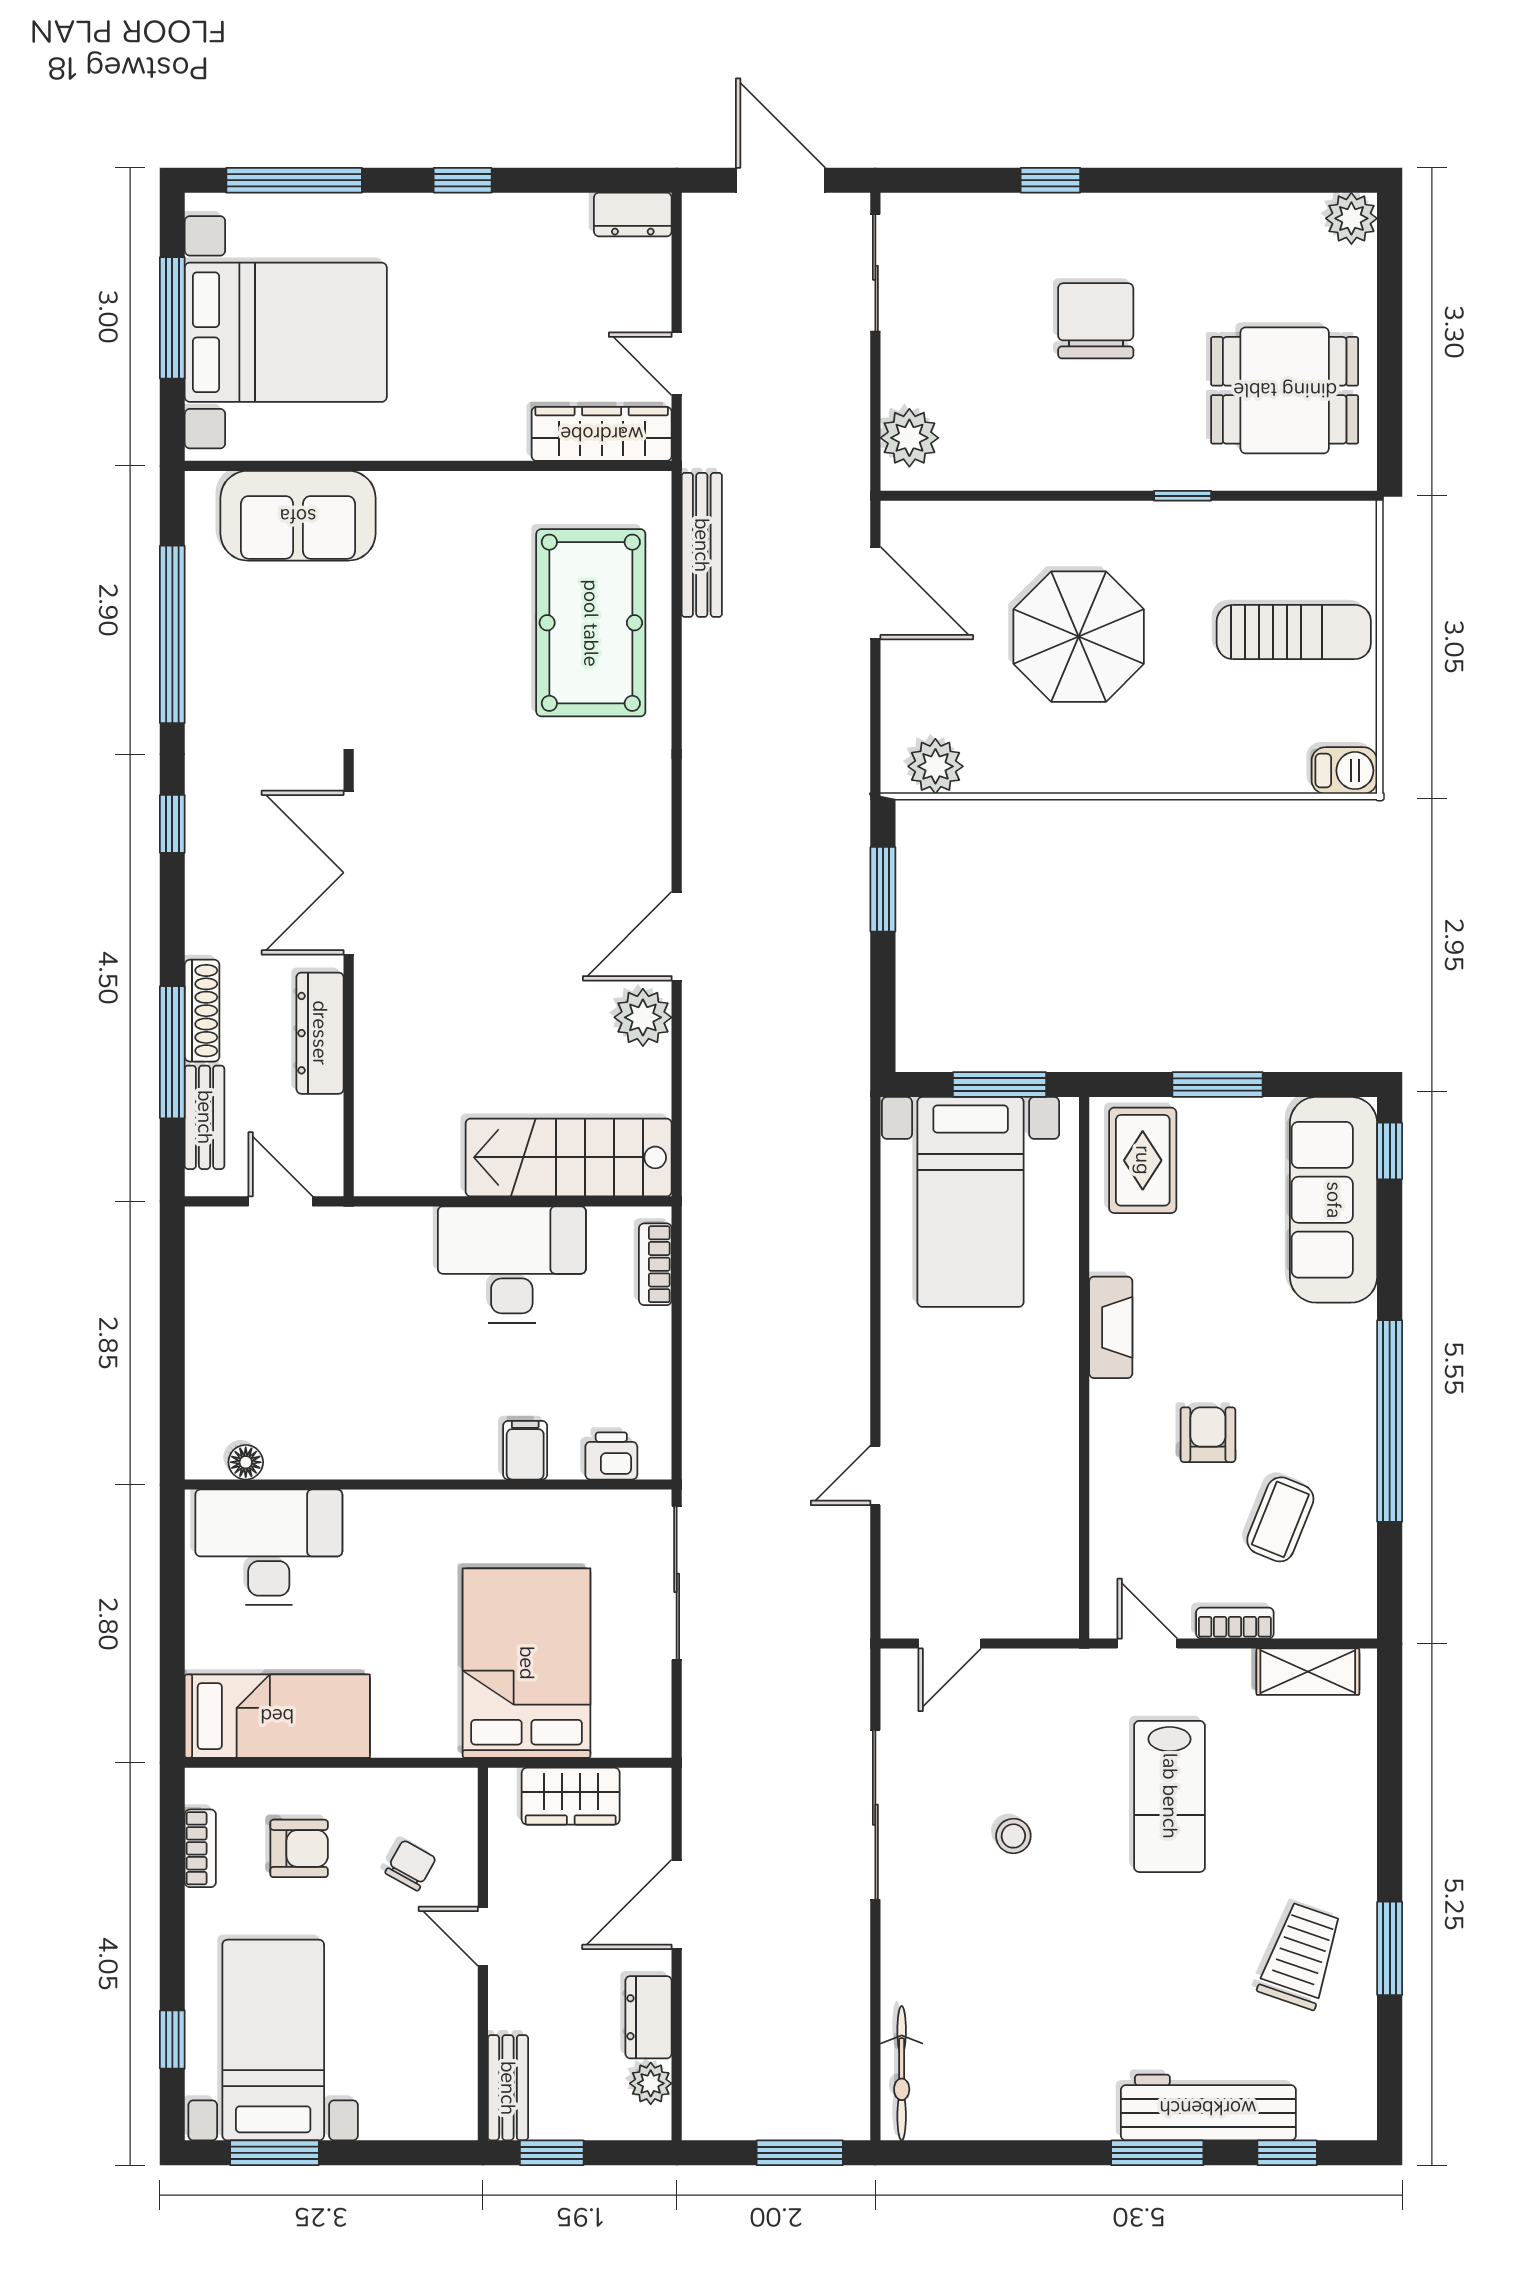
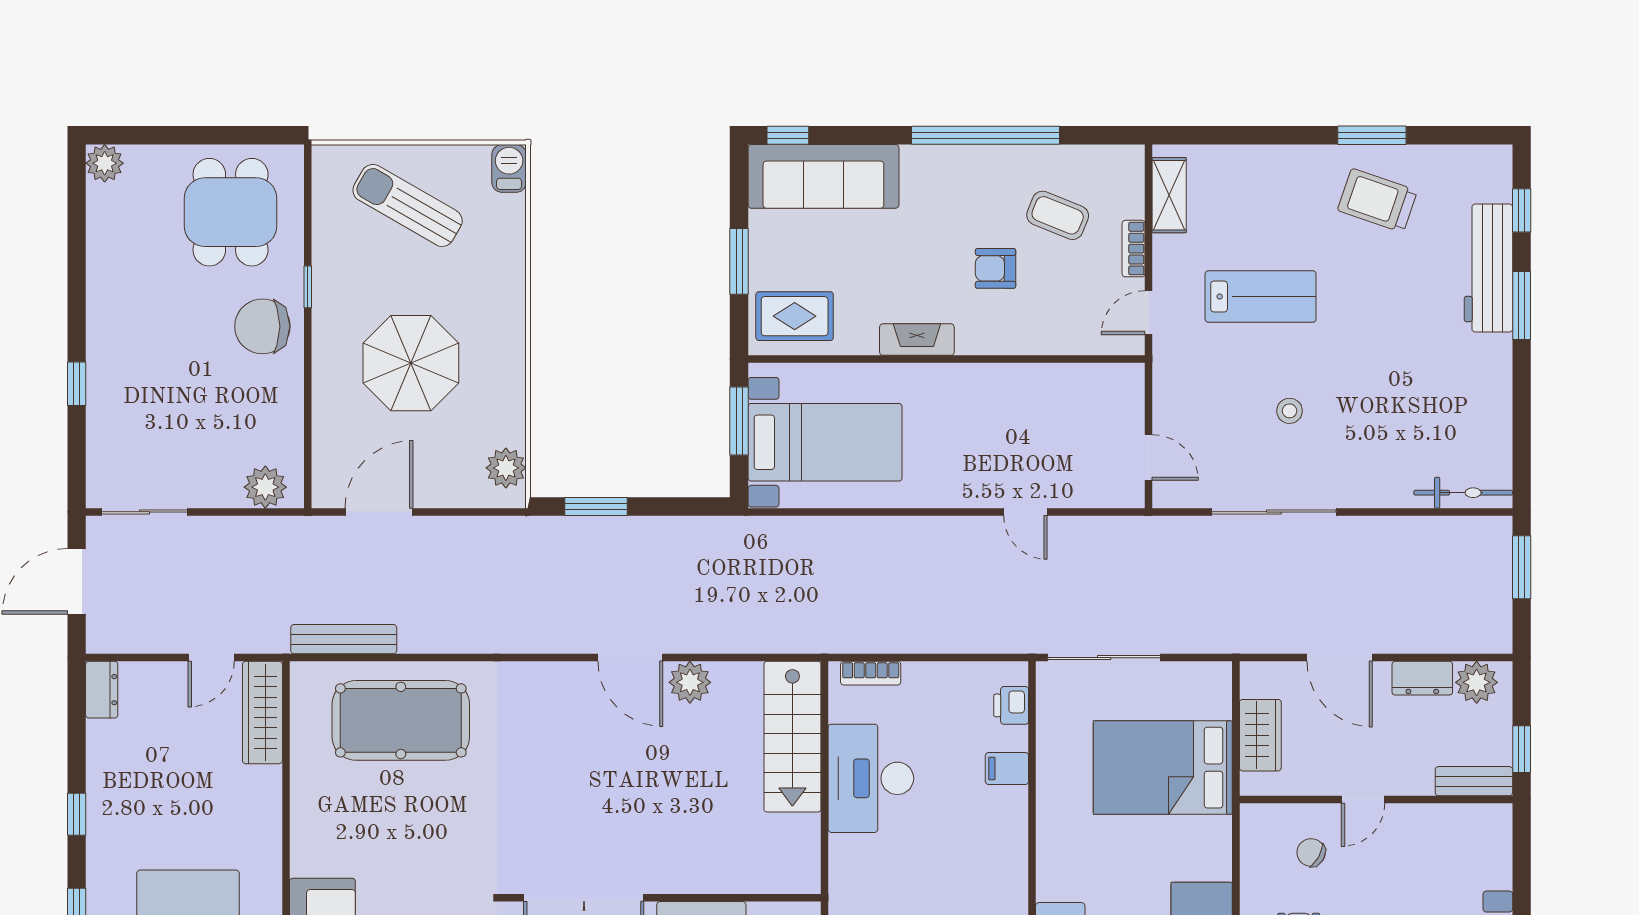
chair: (1096, 321) -> (262, 326), moved
sun lounger: (1294, 632) -> (408, 205), turned -60
plant: (651, 2083) -> (1477, 682), width x1.38, depth x1.38

